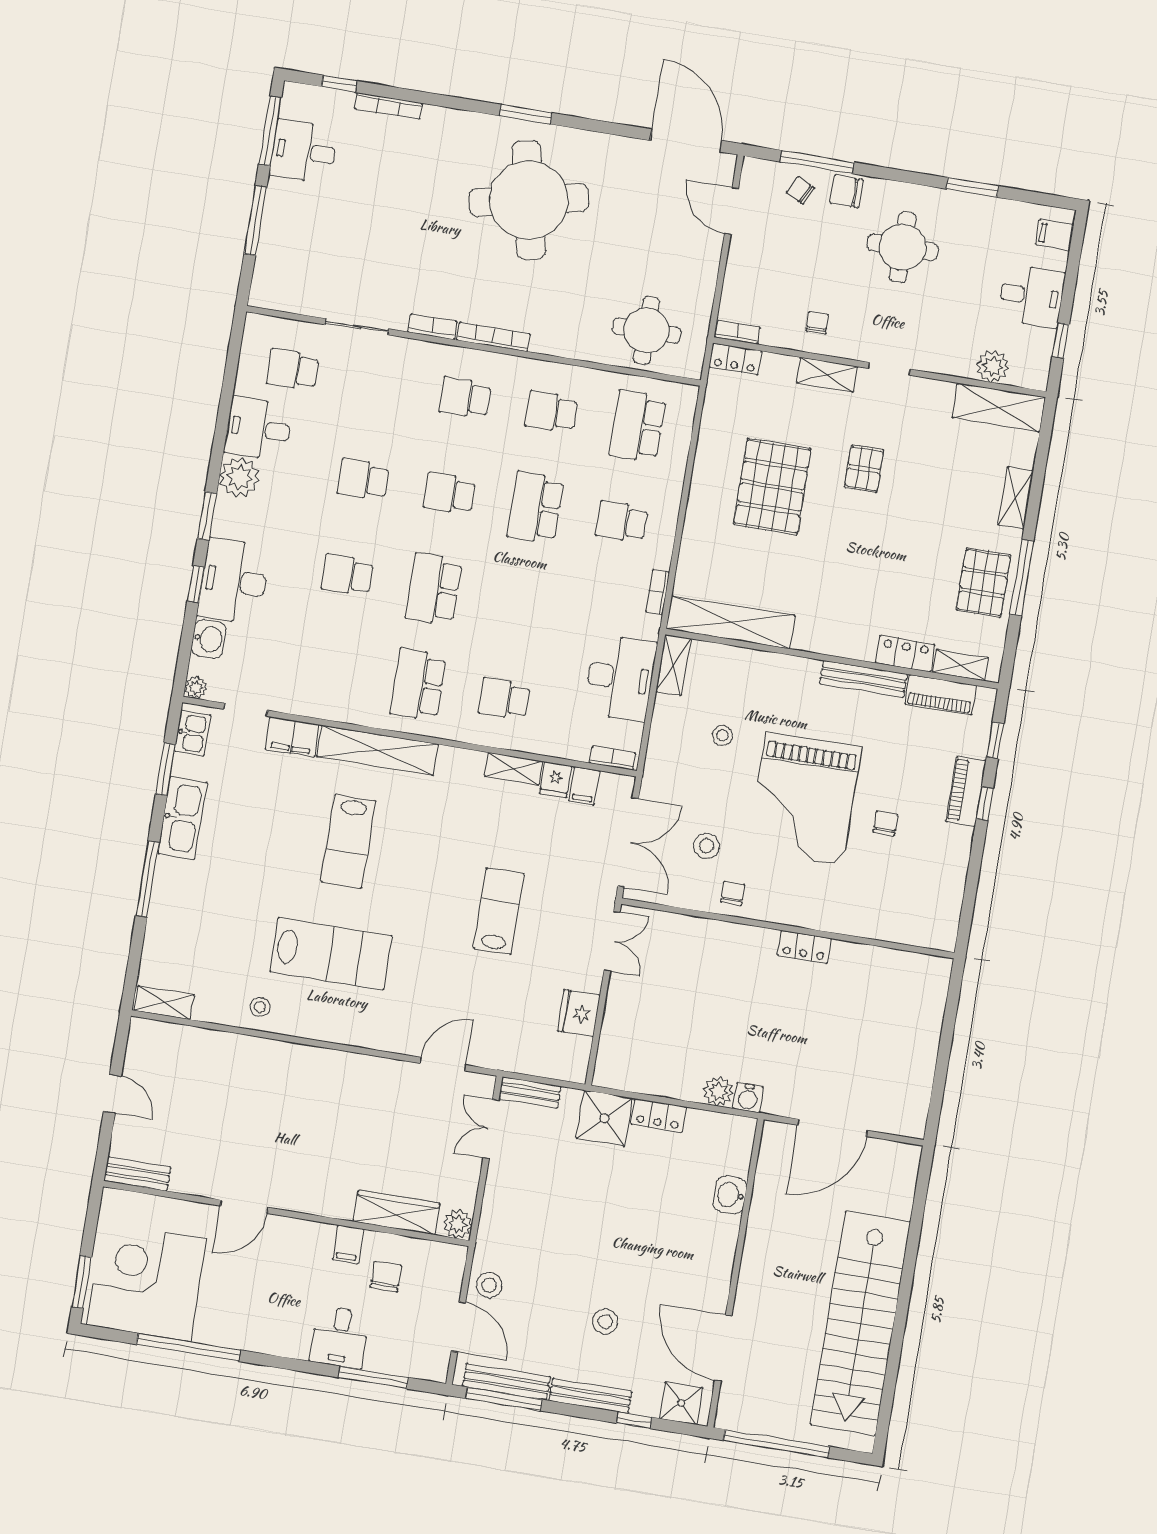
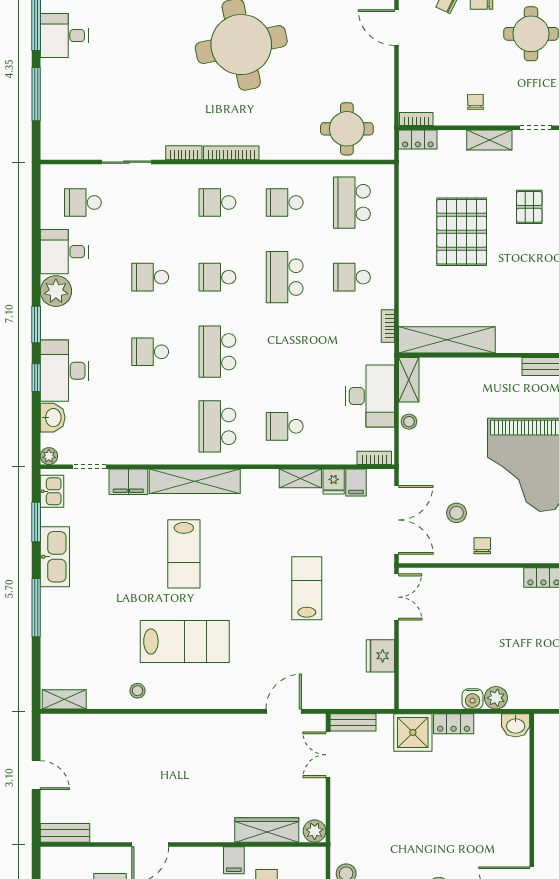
stool: (722, 735) -> (409, 422), moved
water cooler: (748, 1098) -> (473, 699), moved
washbasin: (730, 1195) -> (516, 725), moved, turned -90

